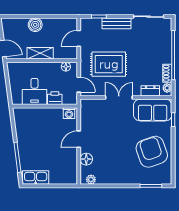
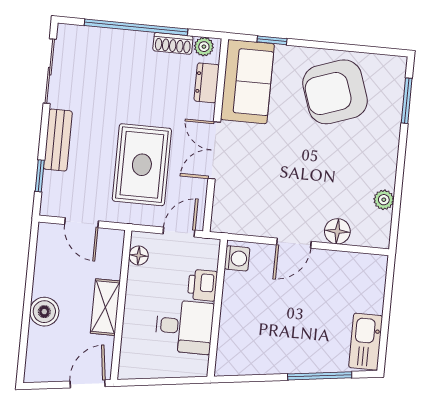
door: (79, 139) -> (294, 243), hinge flipped
plant: (91, 180) -> (384, 200), moved

